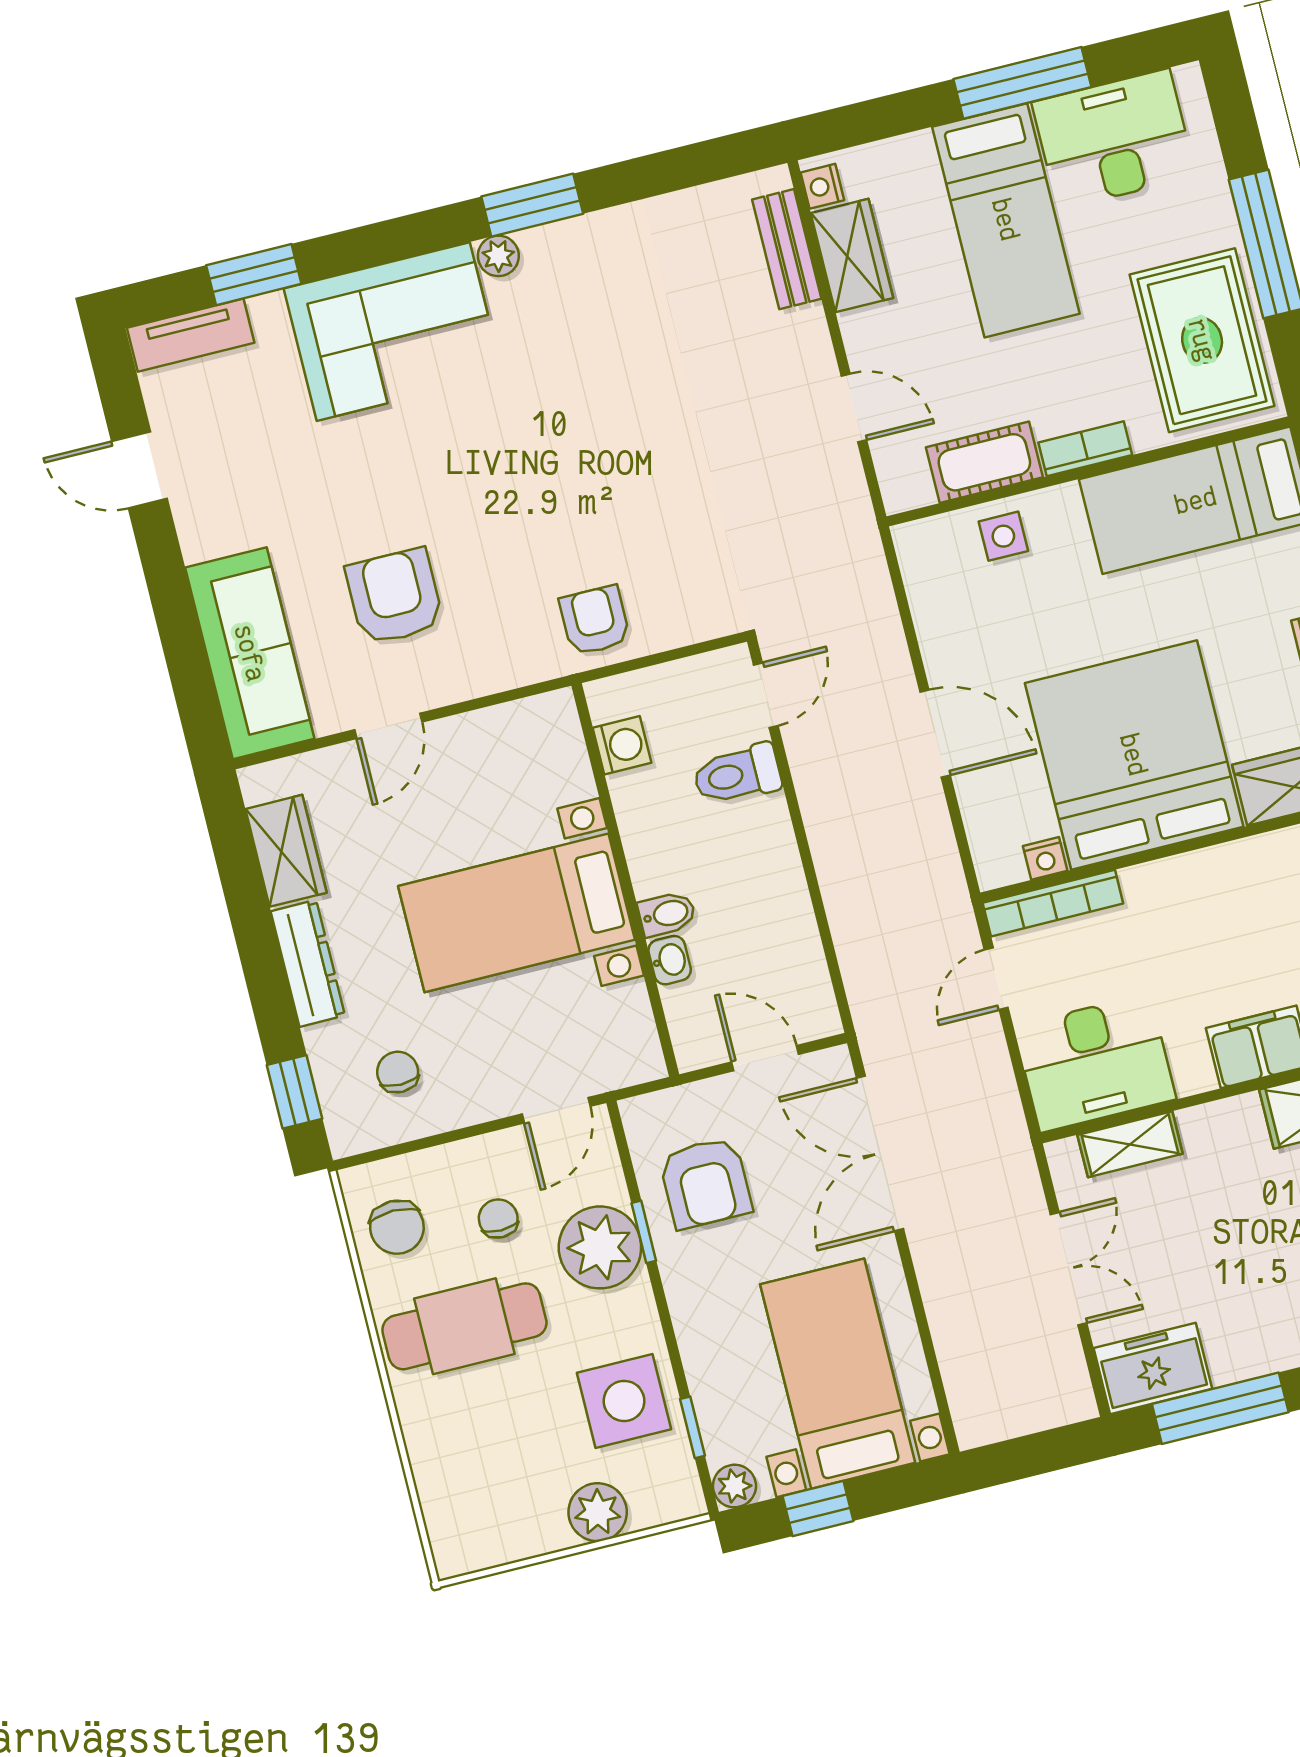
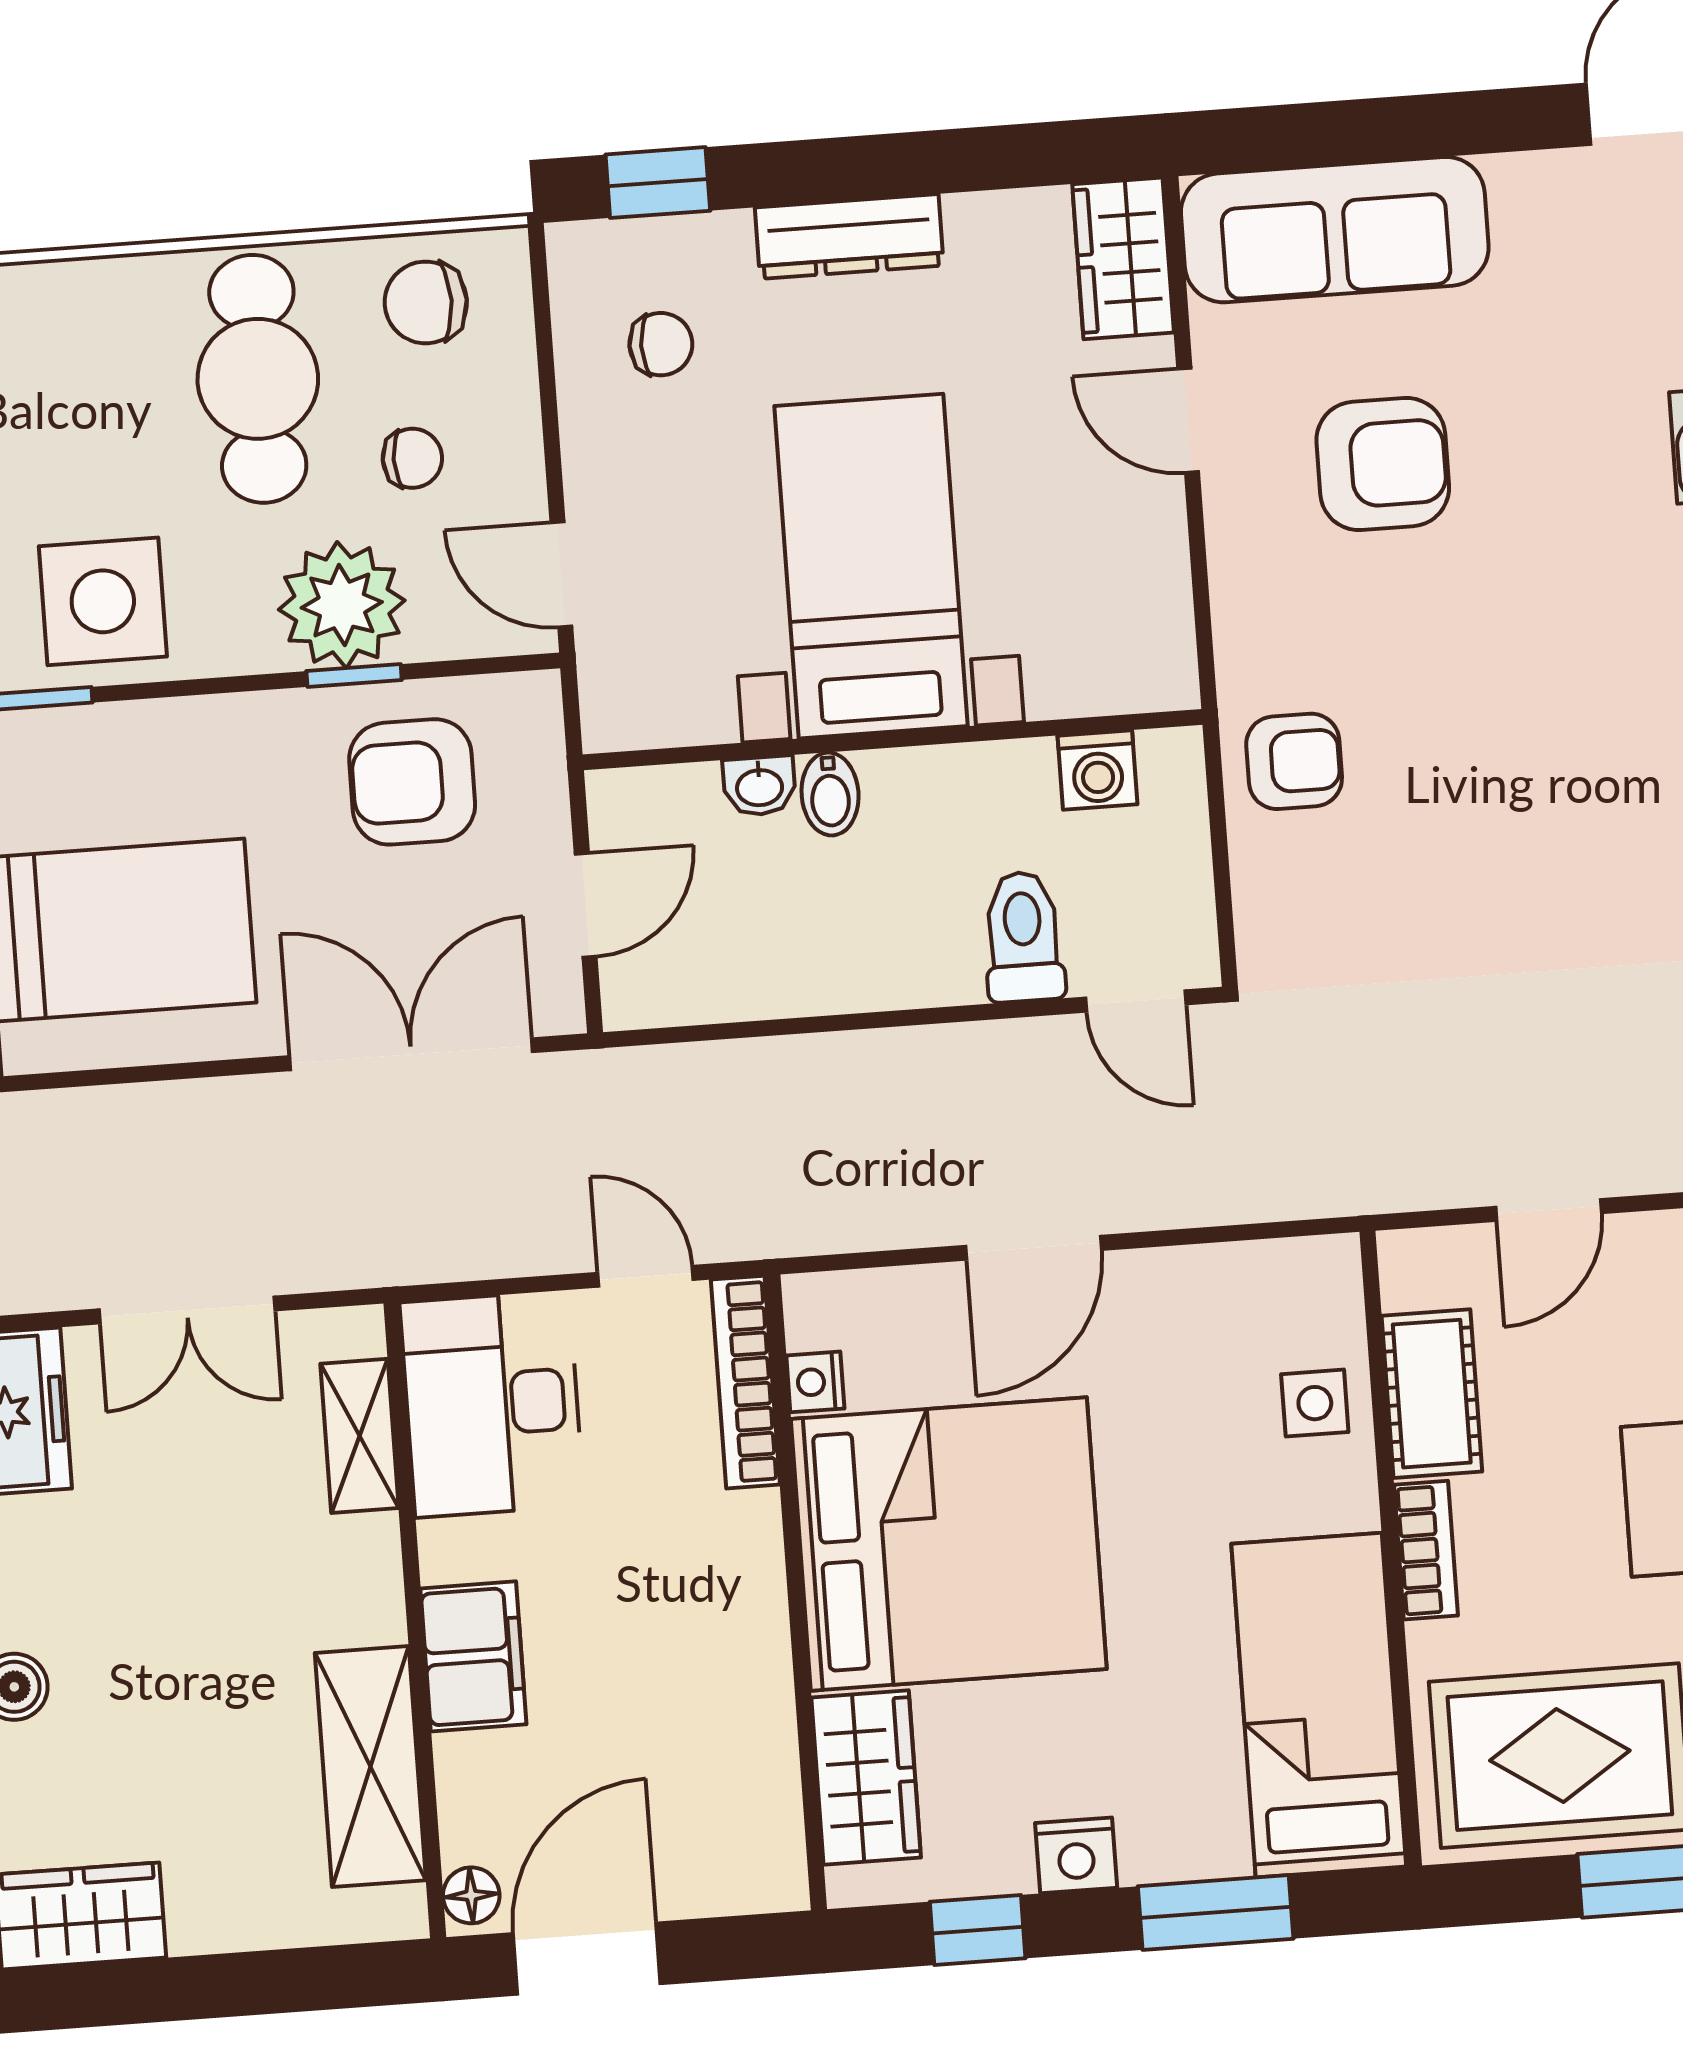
wardrobe: (286, 851) -> (1123, 258), moved, turned 90

